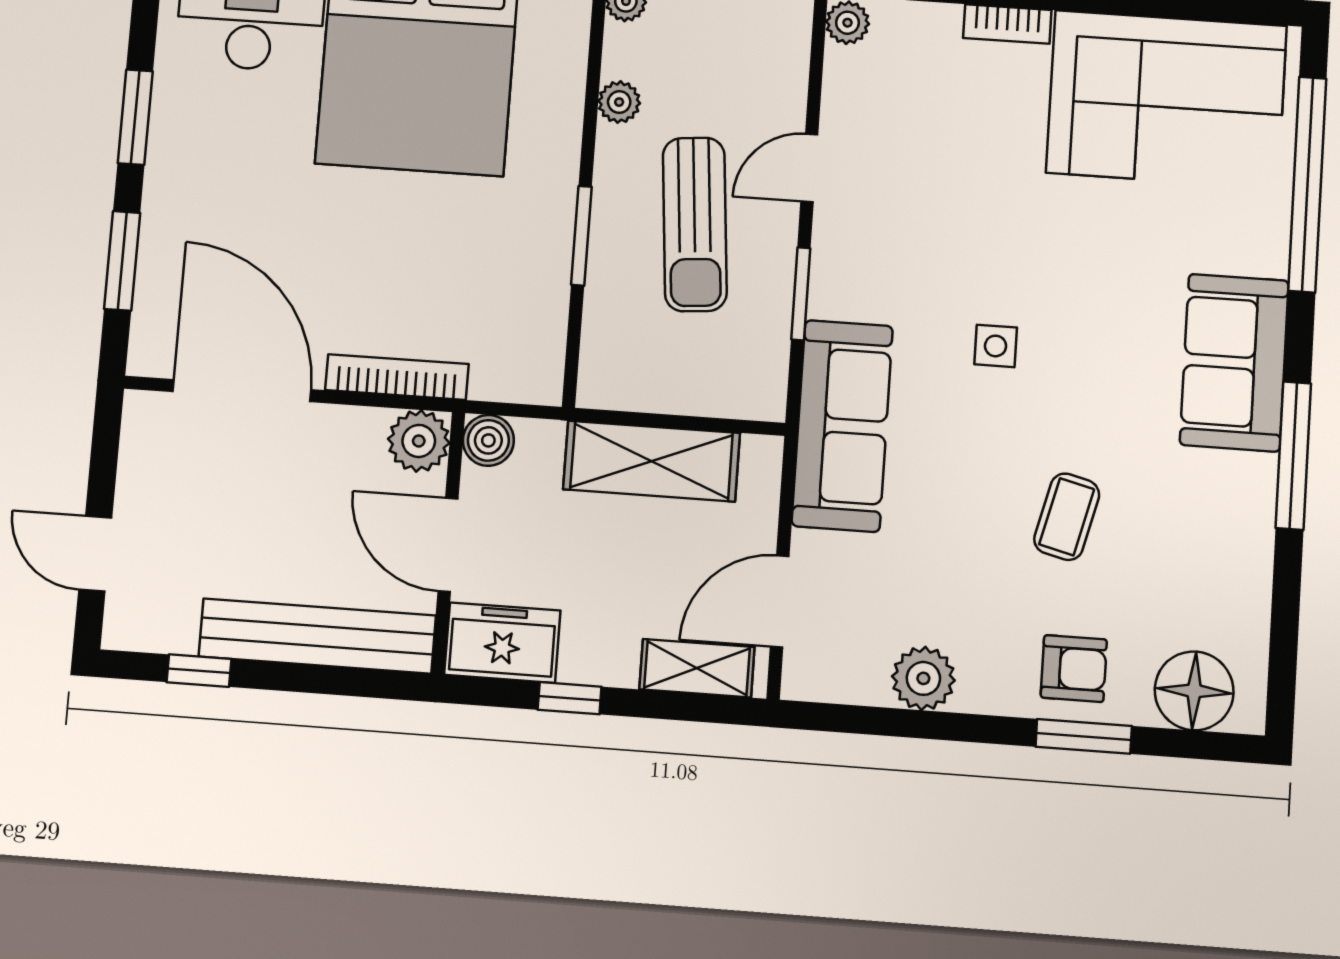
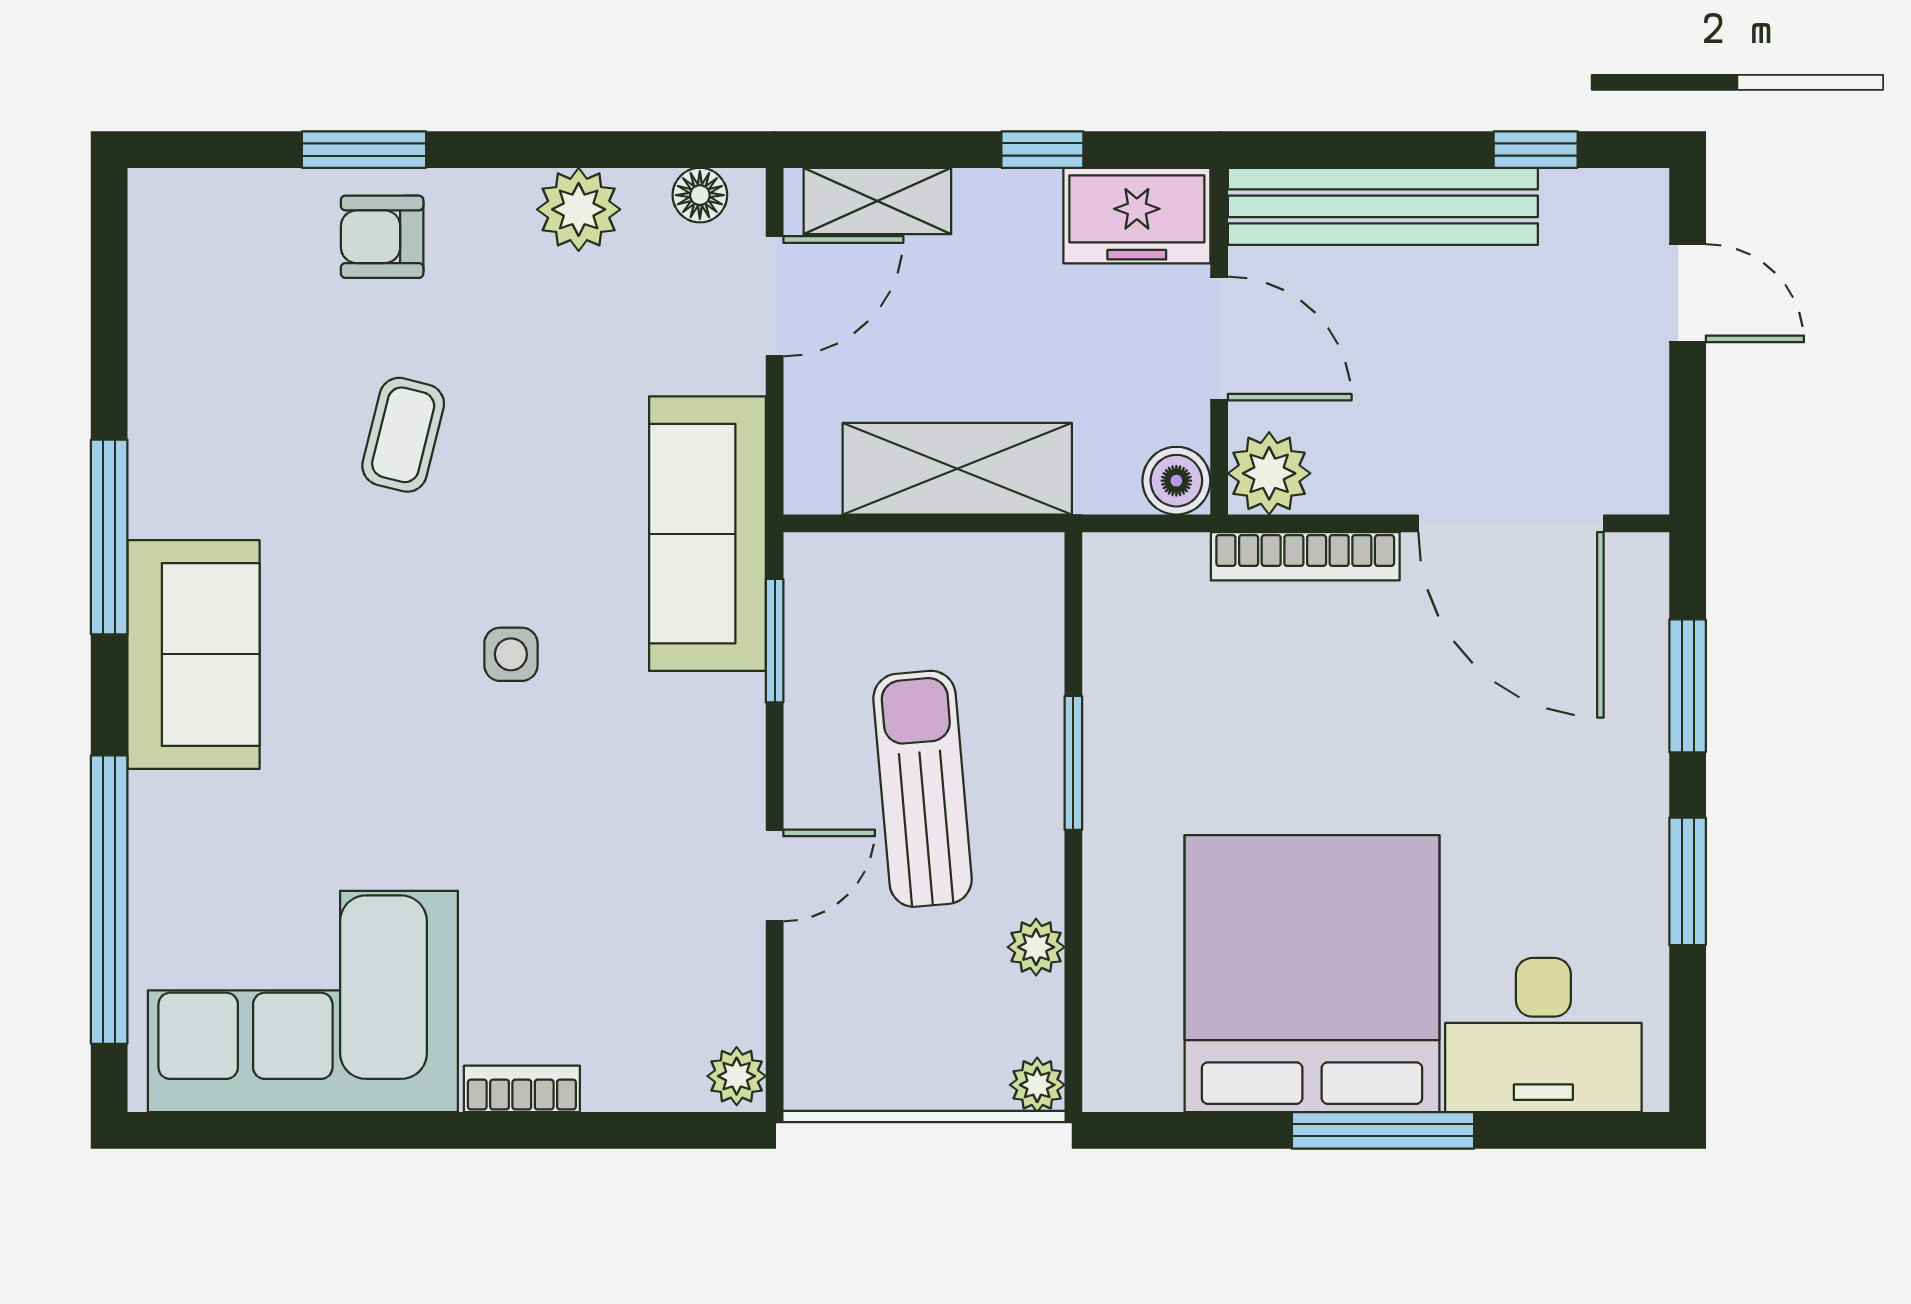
window: (801, 294) -> (775, 641), moved
floor lamp: (1194, 691) -> (700, 195), moved, width x0.53, depth x0.53

